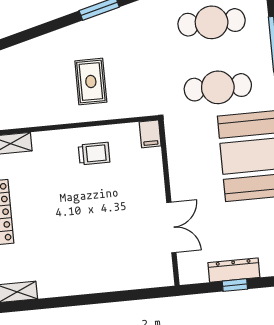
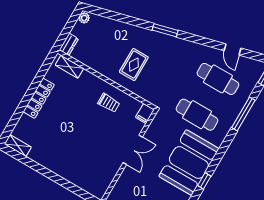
double door: (171, 227) -> (133, 150), moved

